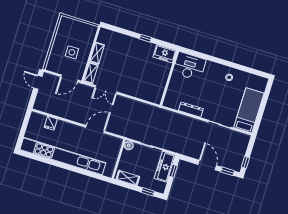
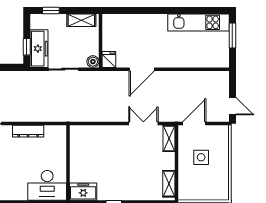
shelving: (97, 53) -> (169, 184), moved
fridge: (51, 123) -> (109, 59), moved
window: (22, 133) -> (232, 35), added
kitchen unit: (63, 156) -> (198, 22), width x0.54

